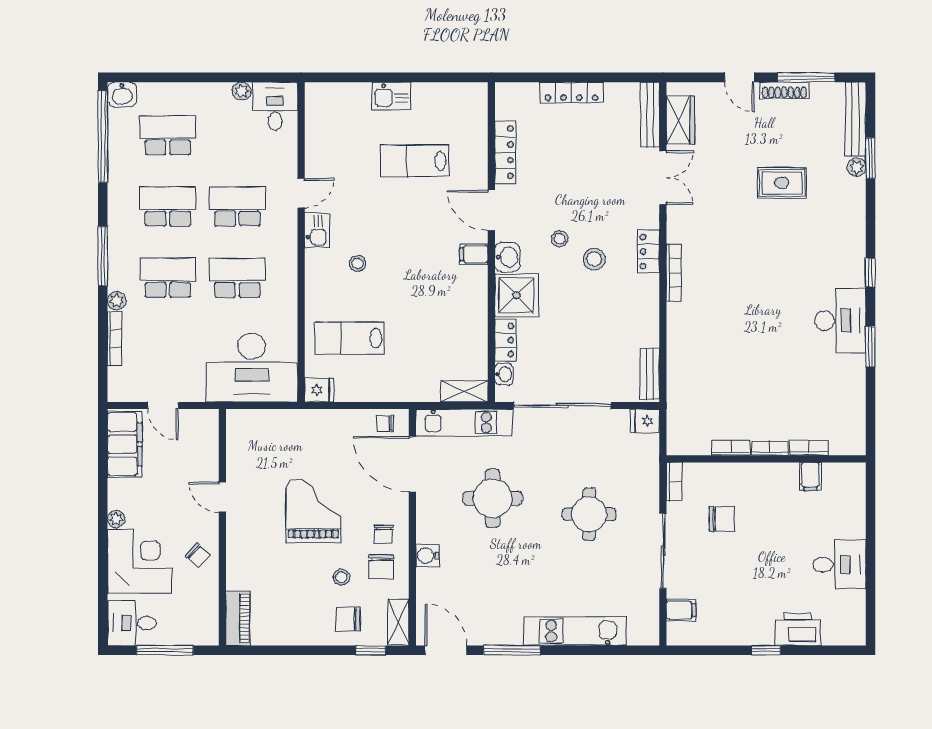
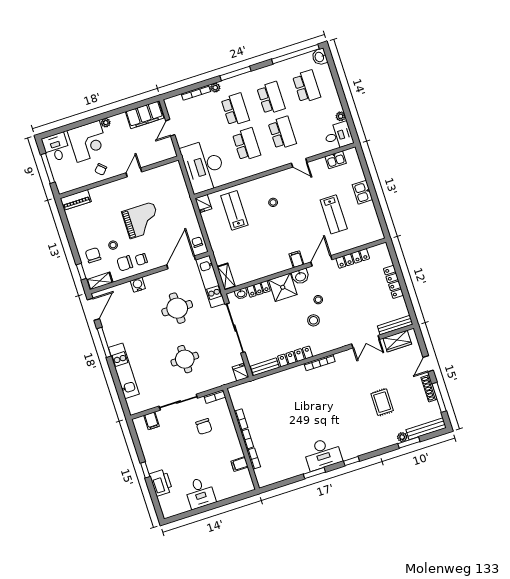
lab bench: (415, 161) -> (334, 214), turned 180
kitchen sink: (317, 230) -> (336, 160), moved
locker: (648, 251) -> (295, 356), moved, width x1.53

